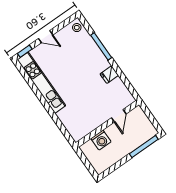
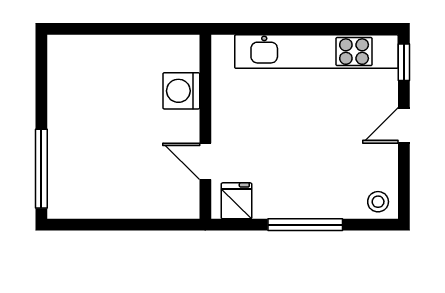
door: (119, 116) -> (205, 161), moved
wall: (107, 124) -> (205, 127), moved
washing machine: (101, 140) -> (181, 91), moved

